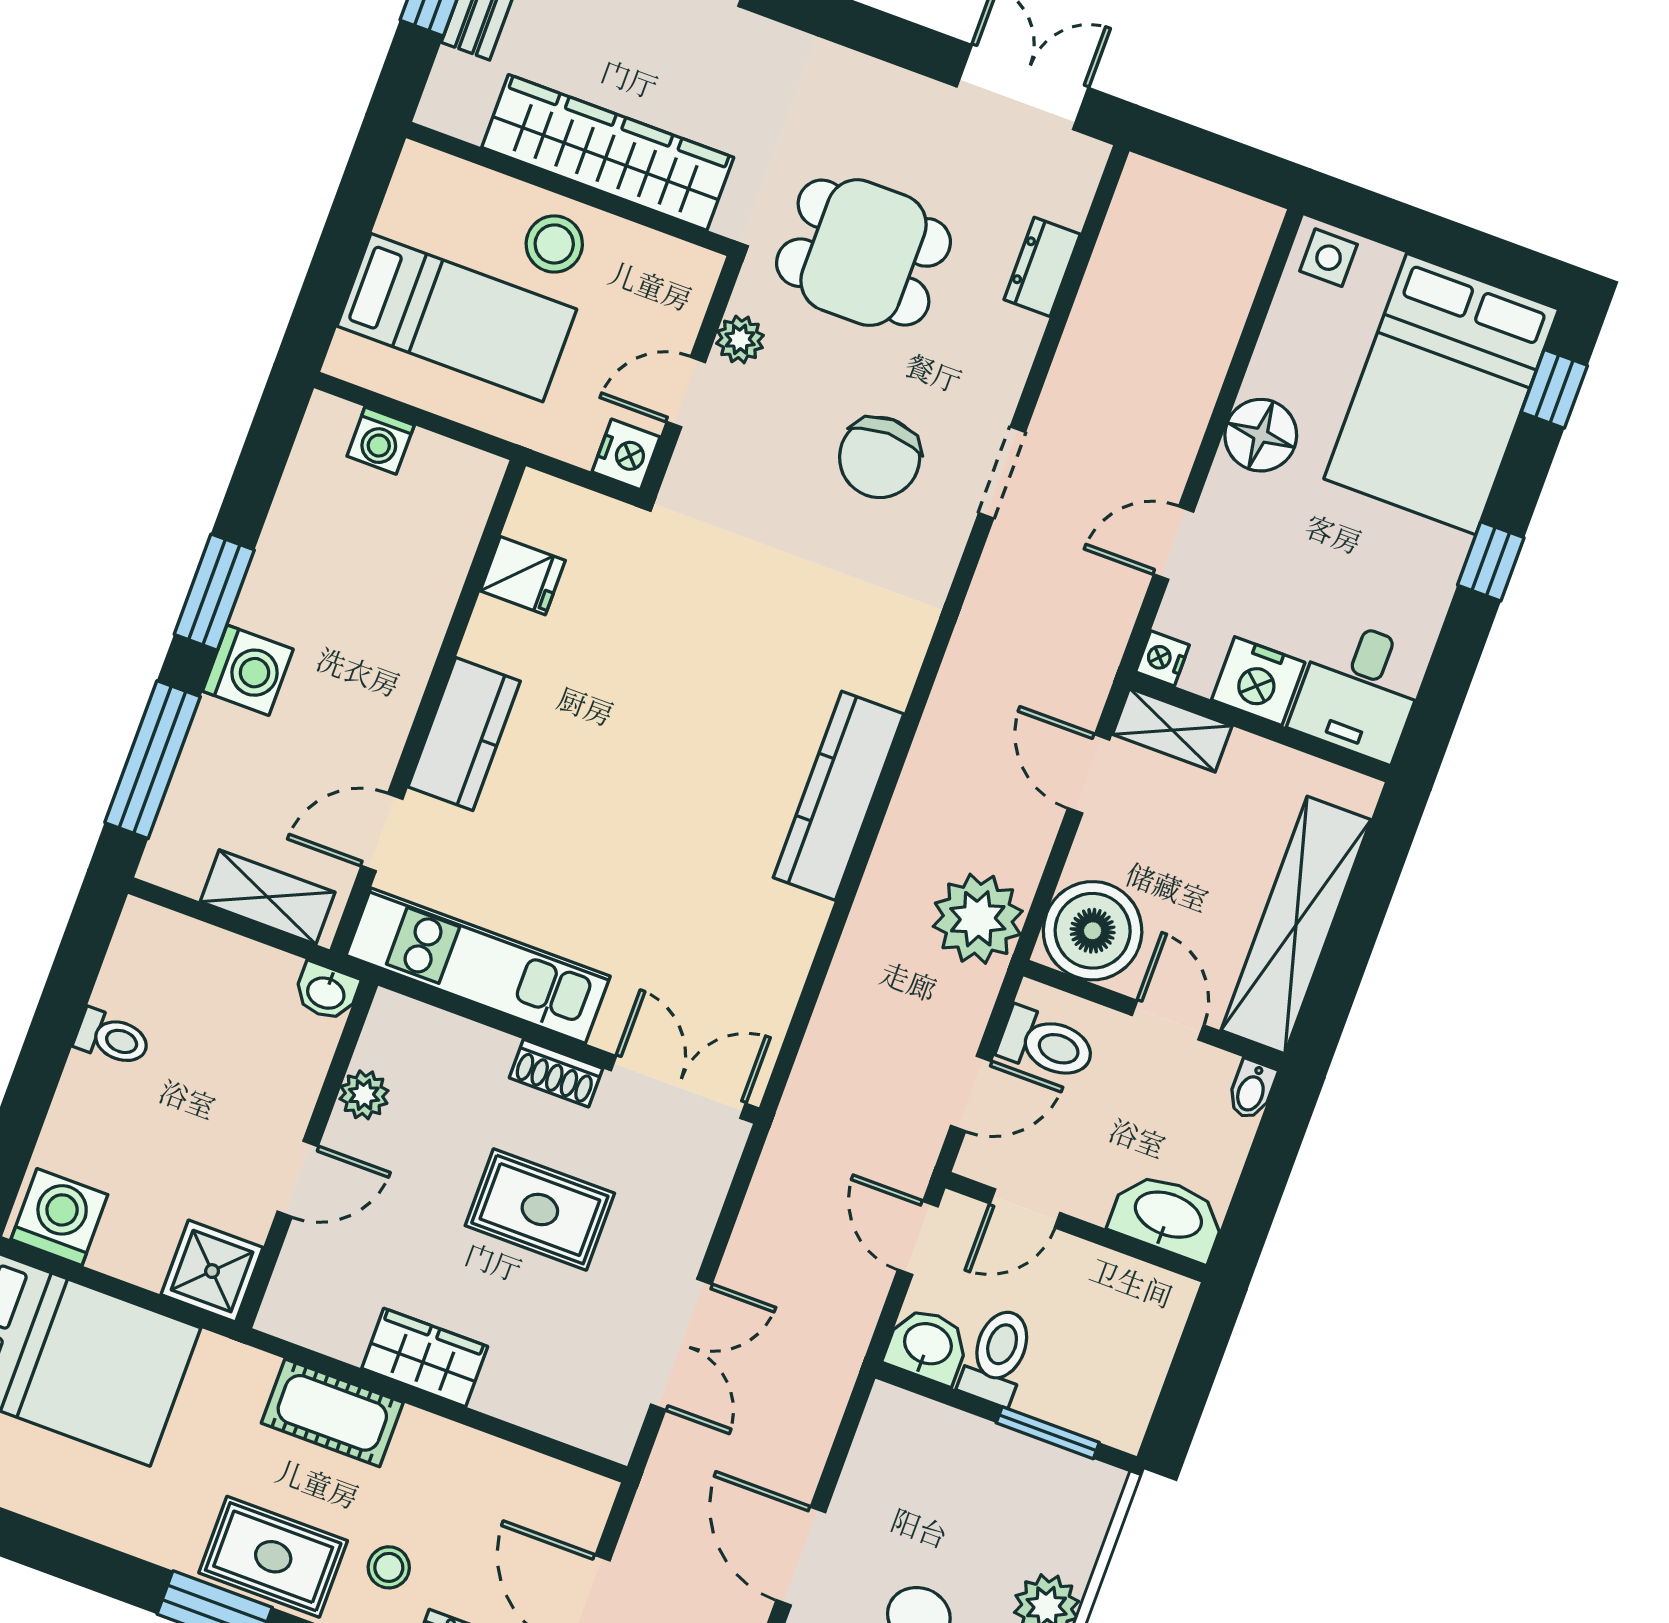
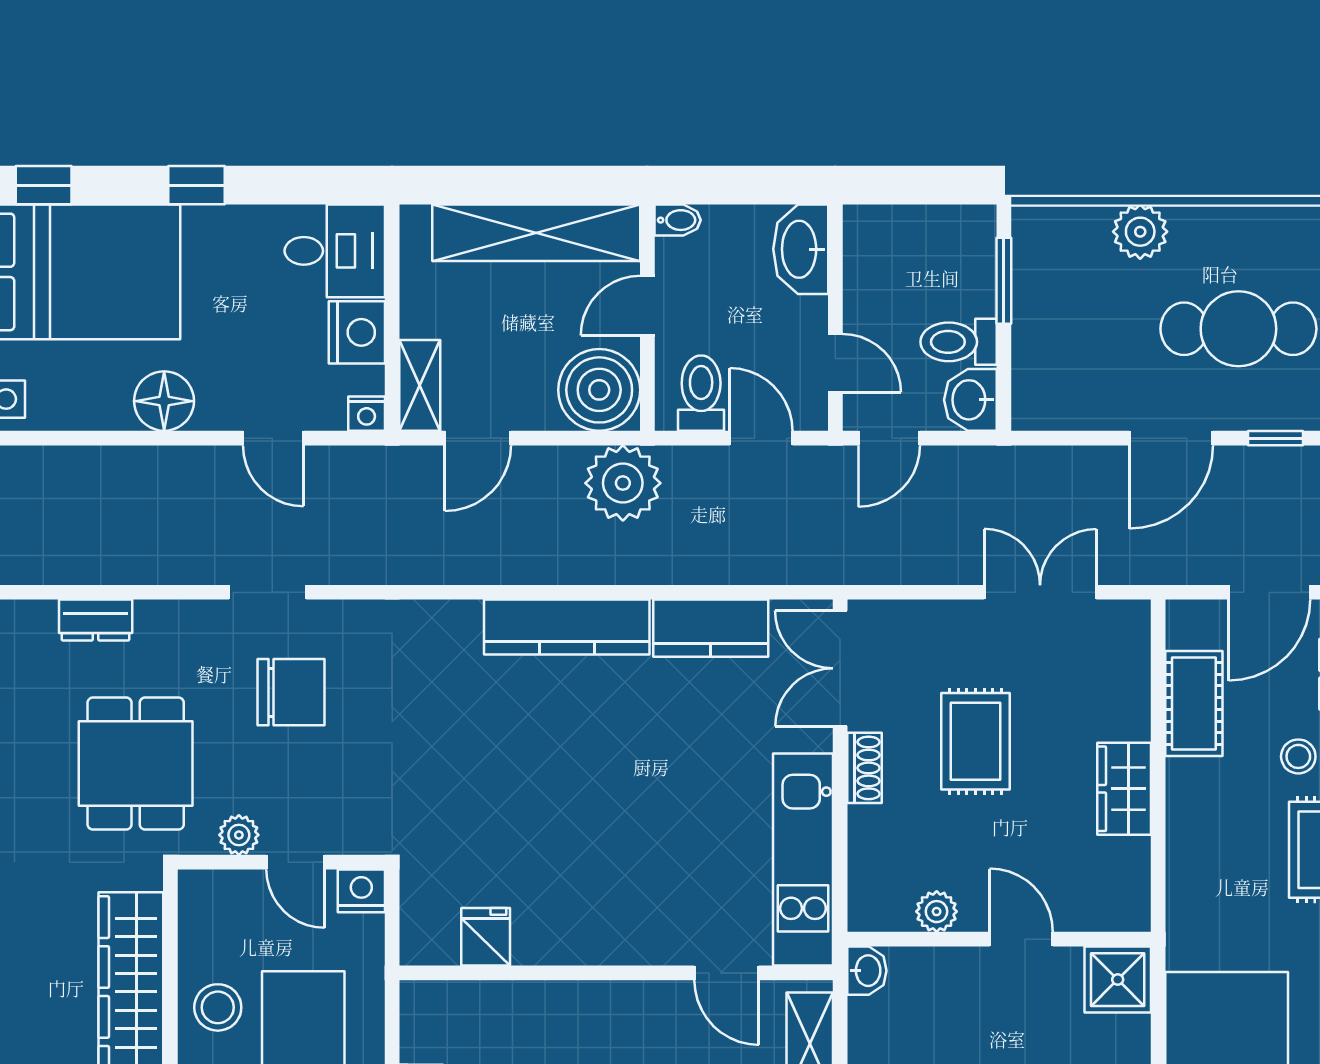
kitchen counter: (464, 734) -> (711, 628), moved, turned 180
cot: (332, 1413) -> (1194, 704), moved

